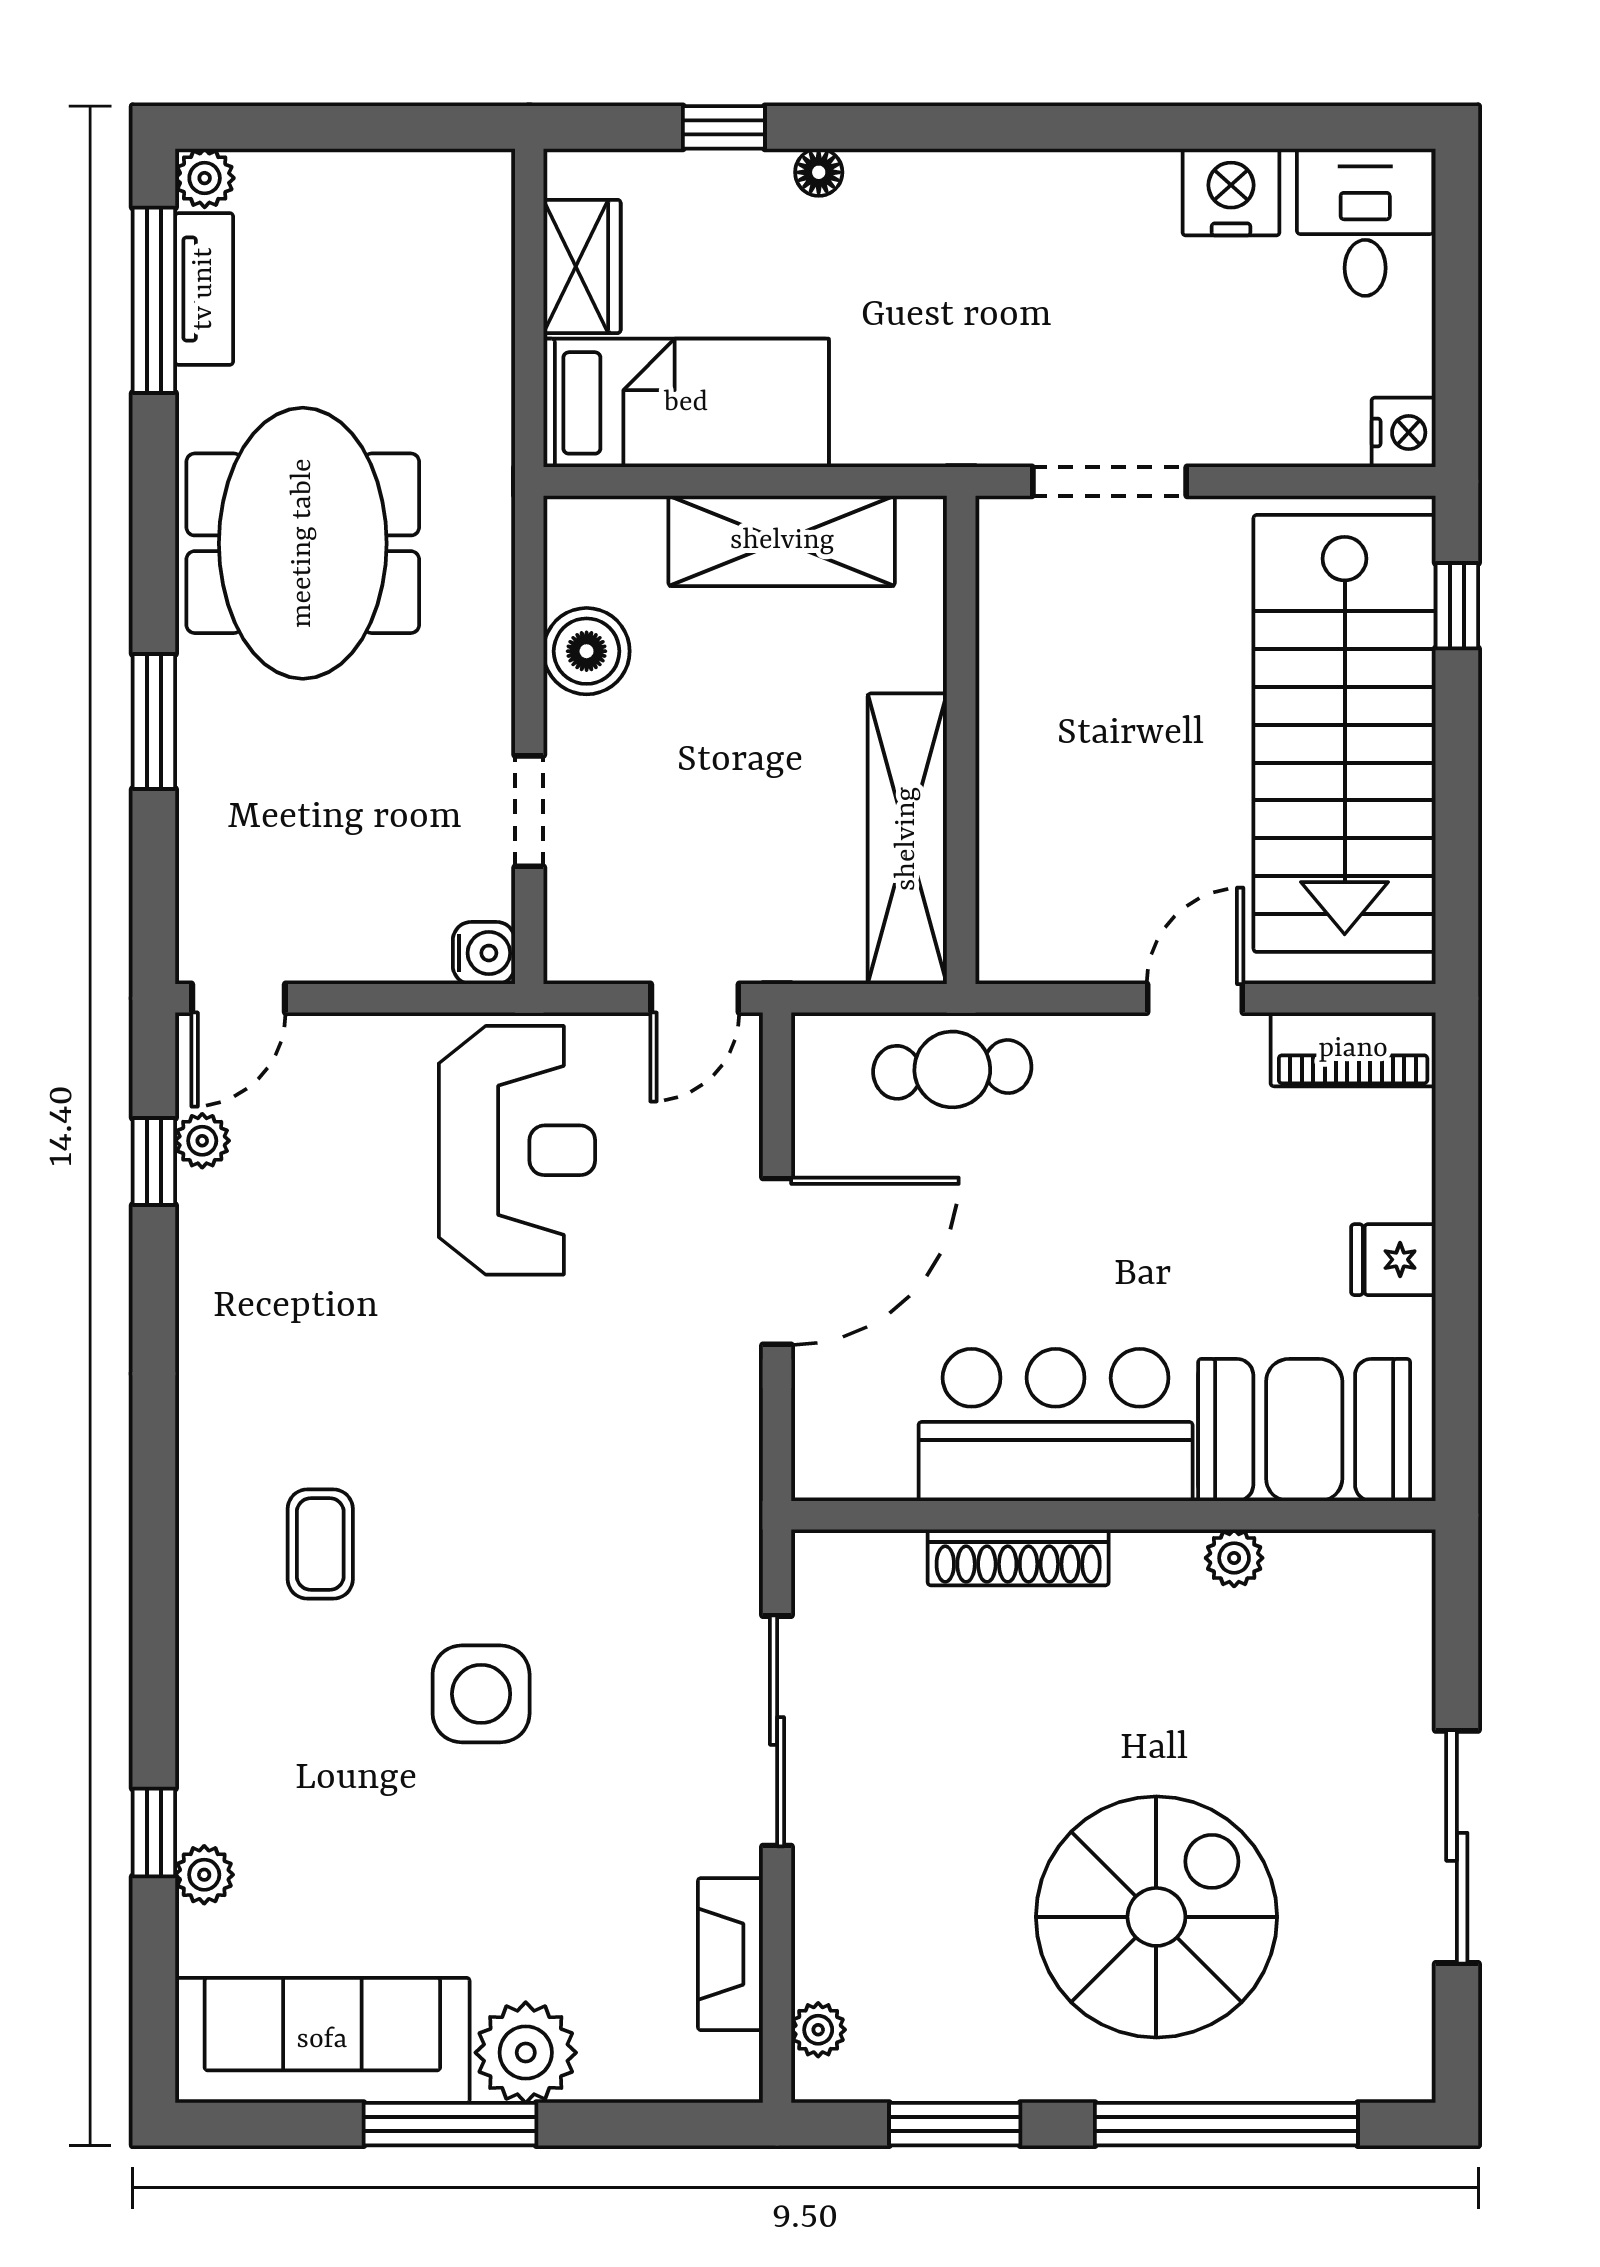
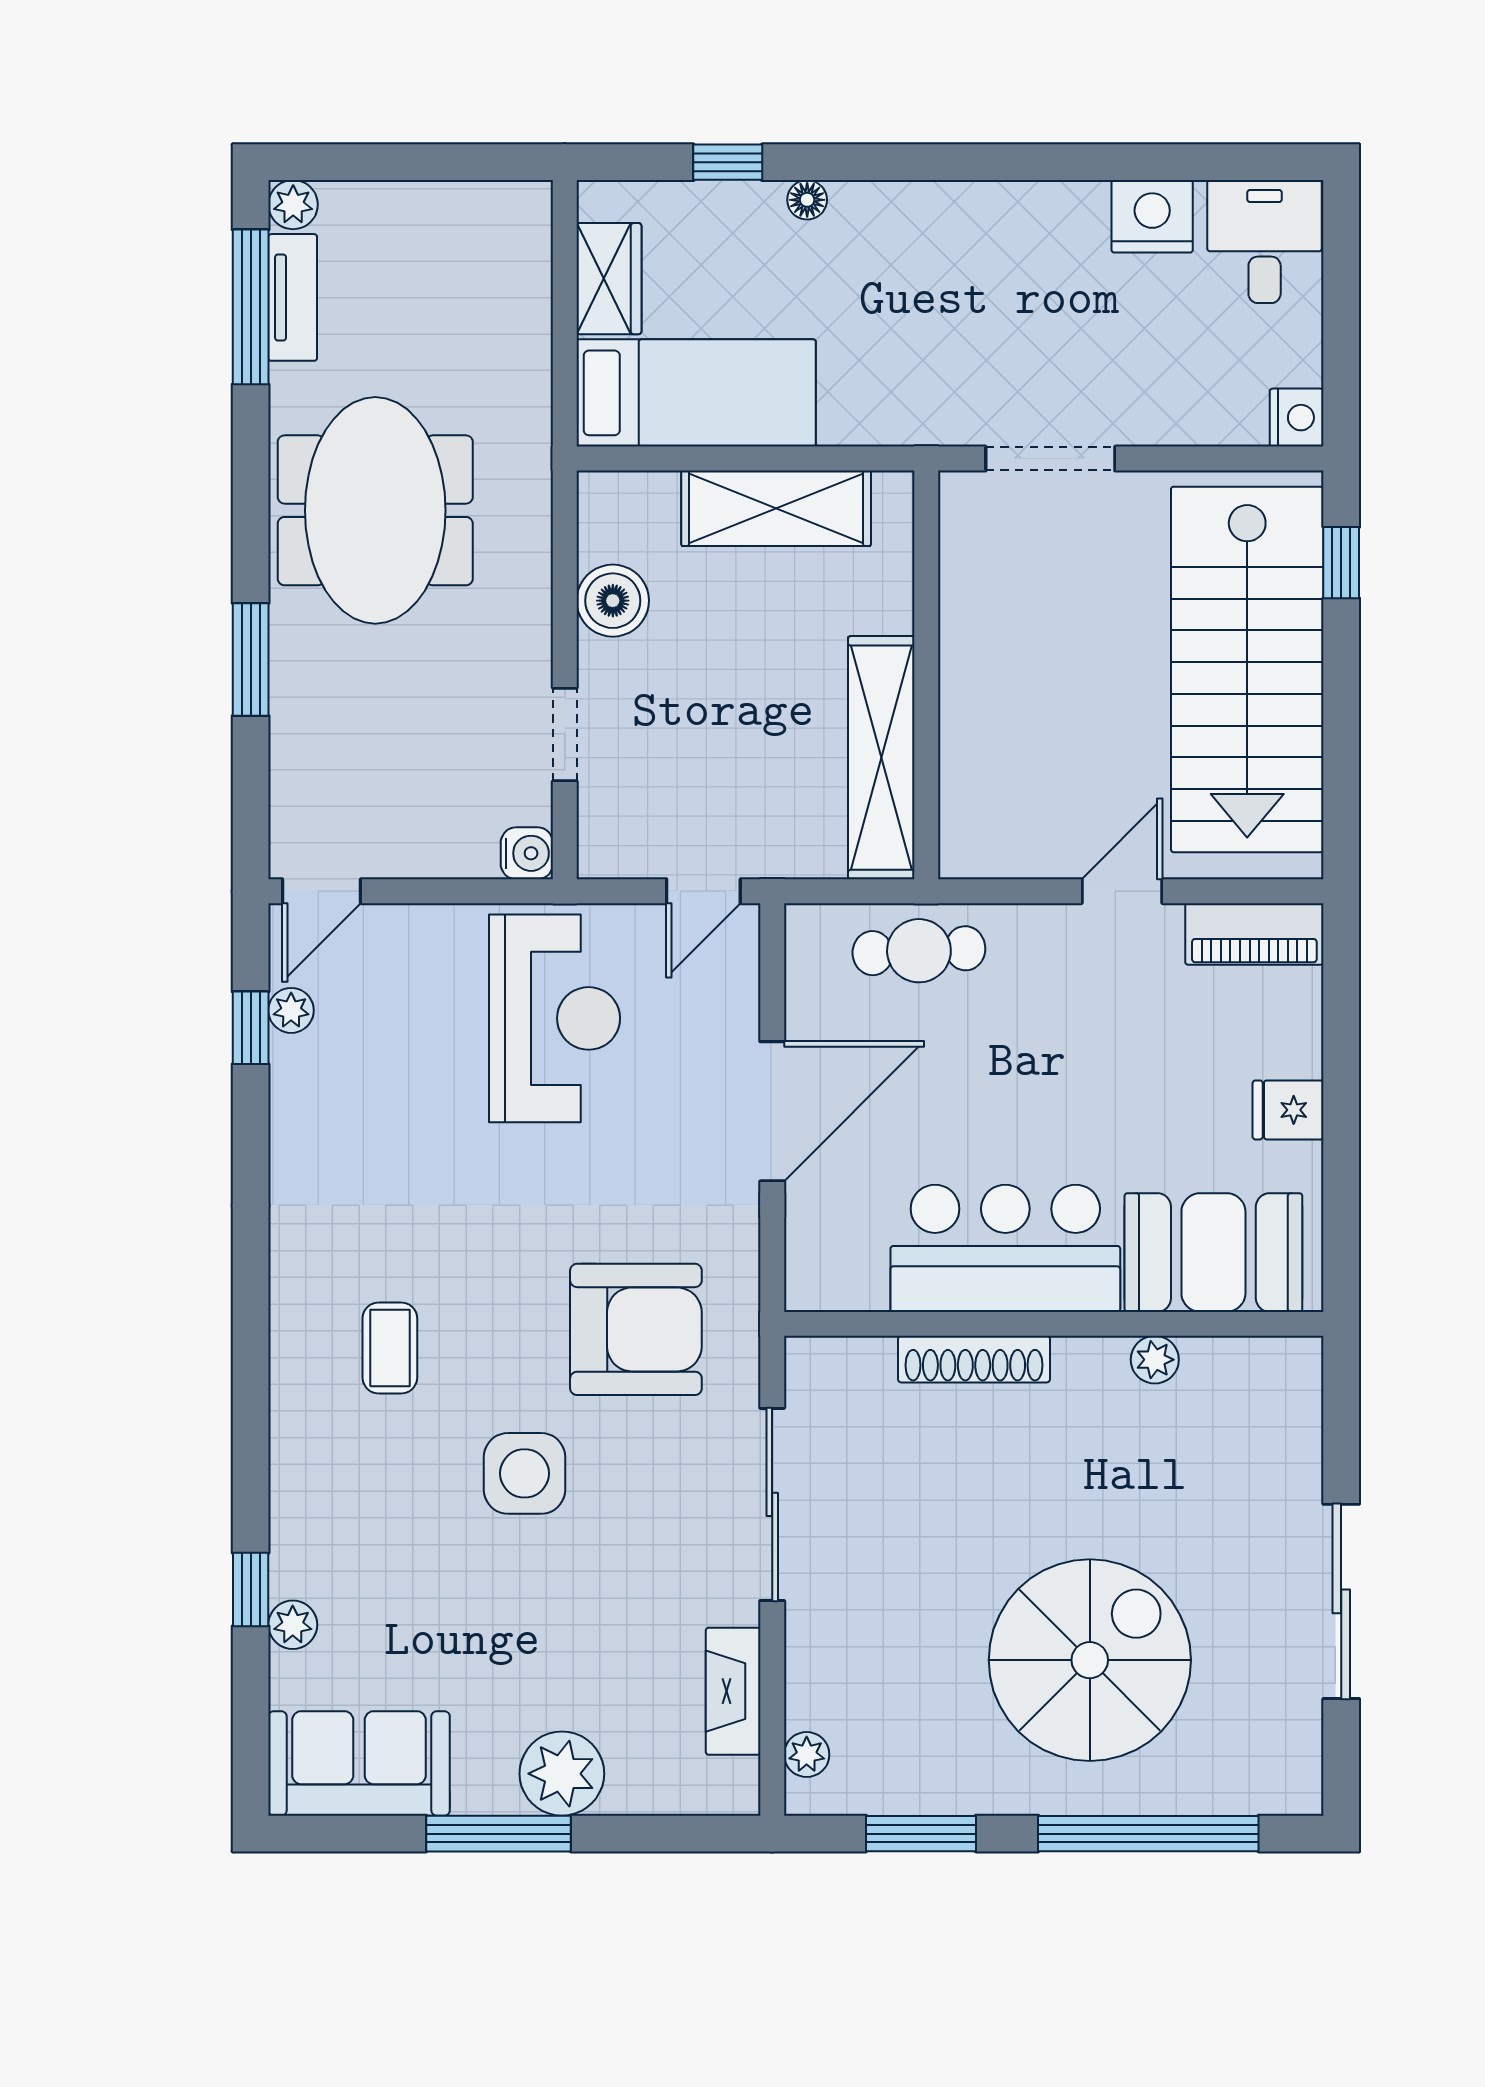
armchair: (614, 1522) -> (636, 1329), added
sofa: (322, 2040) -> (359, 1763), width x0.73

